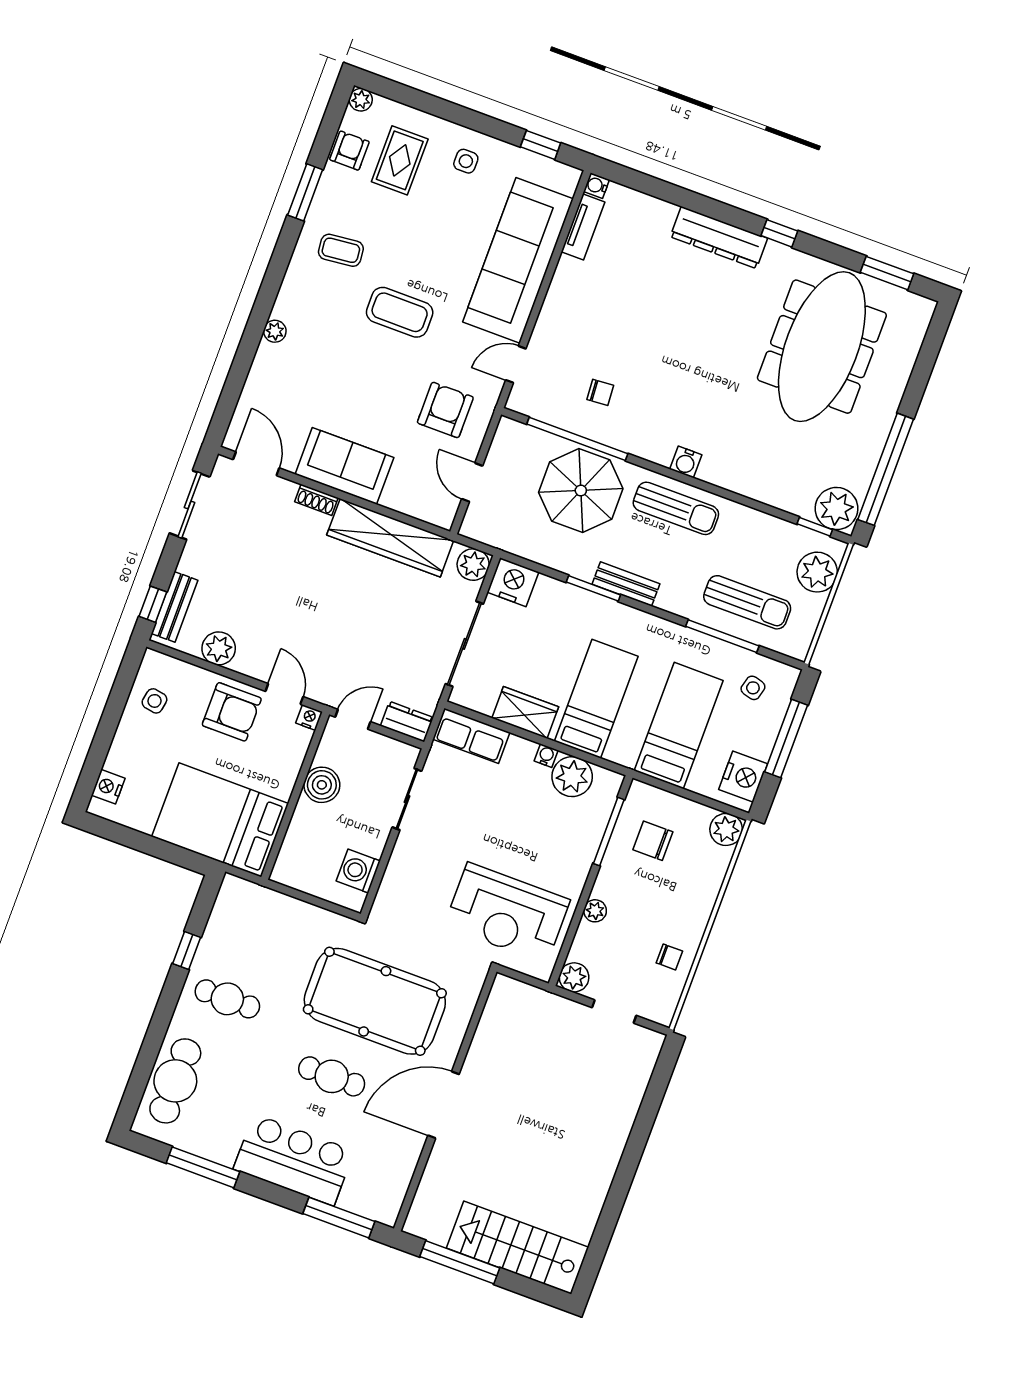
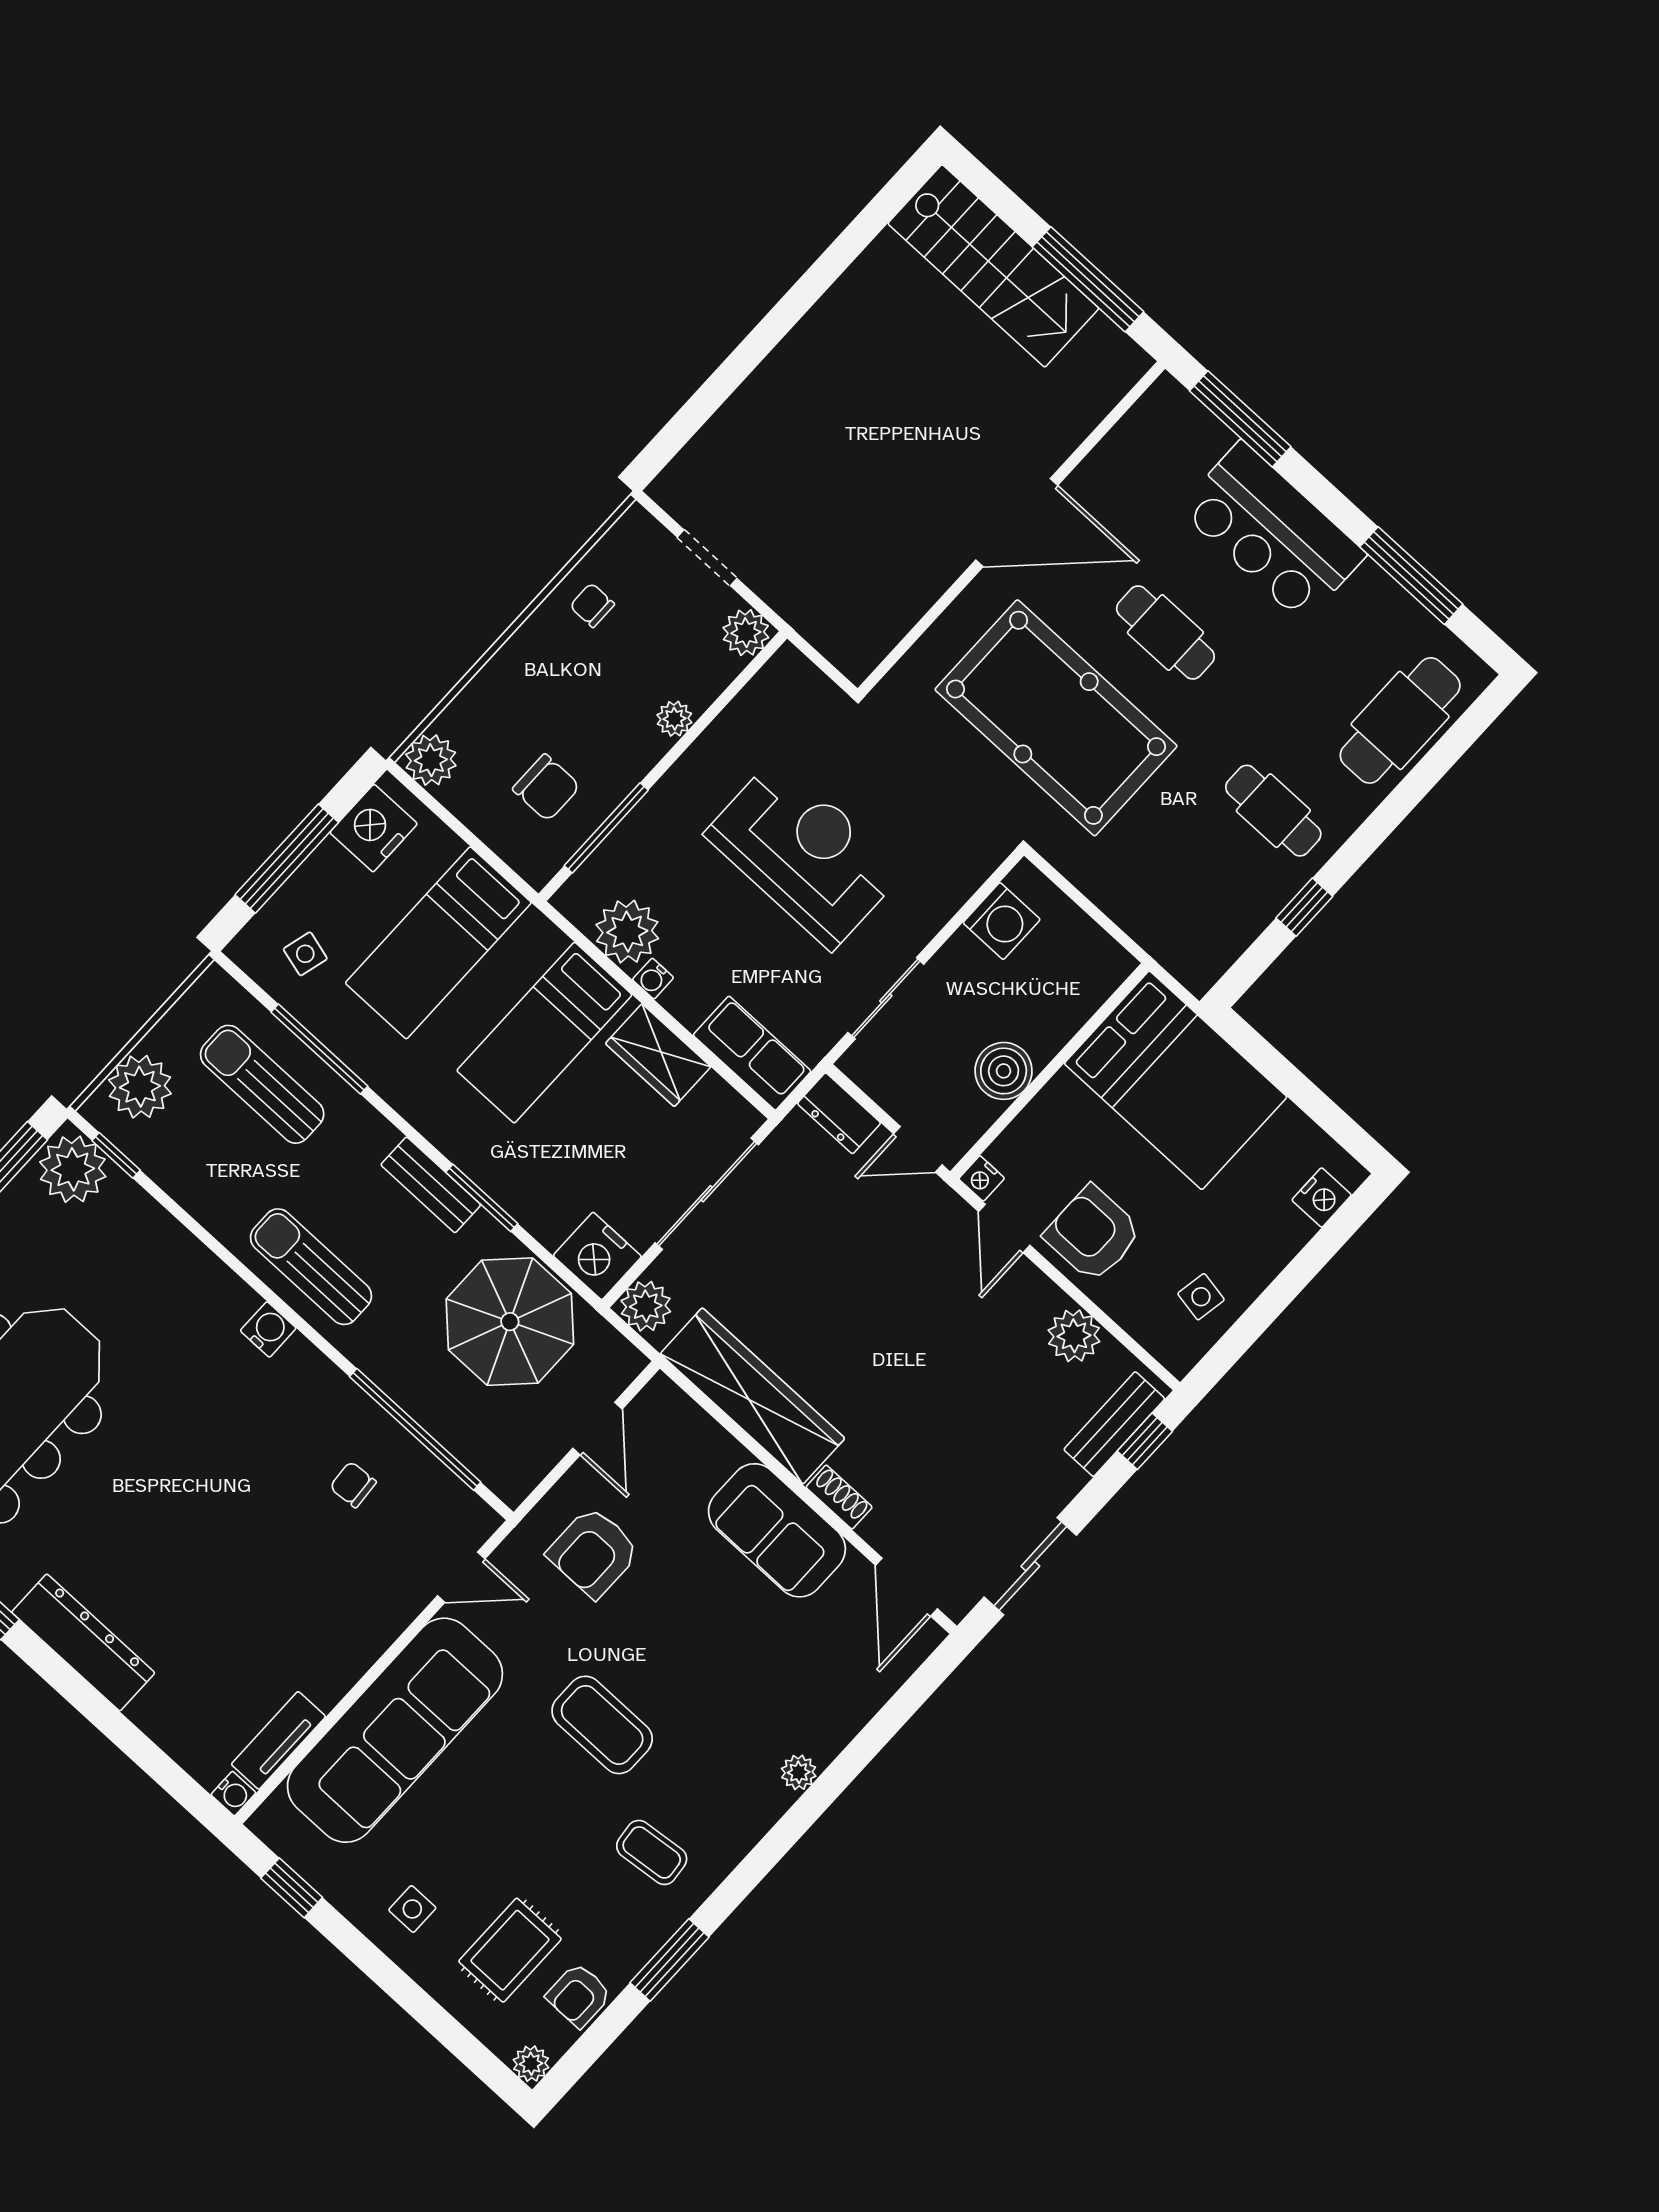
parasol: (581, 491) -> (510, 1322), moved
reception desk: (507, 913) -> (804, 853), moved

